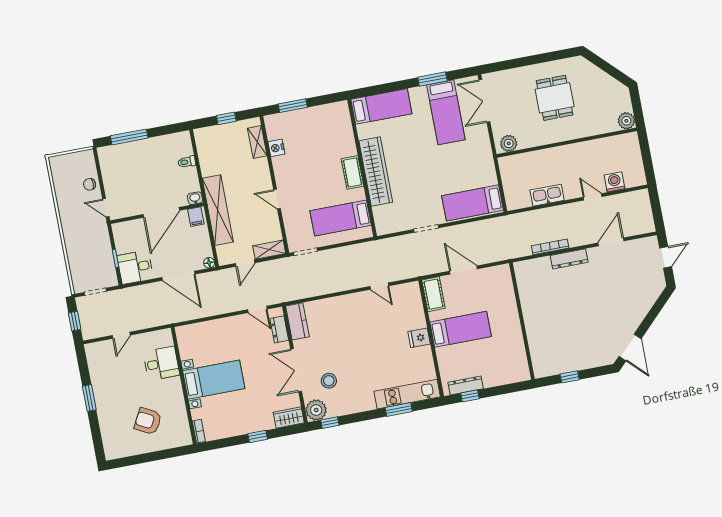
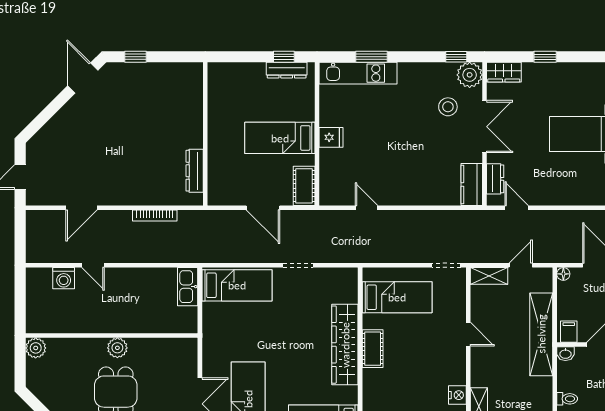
plant: (509, 143) -> (117, 348), moved
kitchen sink: (547, 195) -> (188, 287), moved, turned 90
dresser: (569, 259) -> (195, 171), moved, turned -90
window: (570, 377) -> (136, 57), moved

